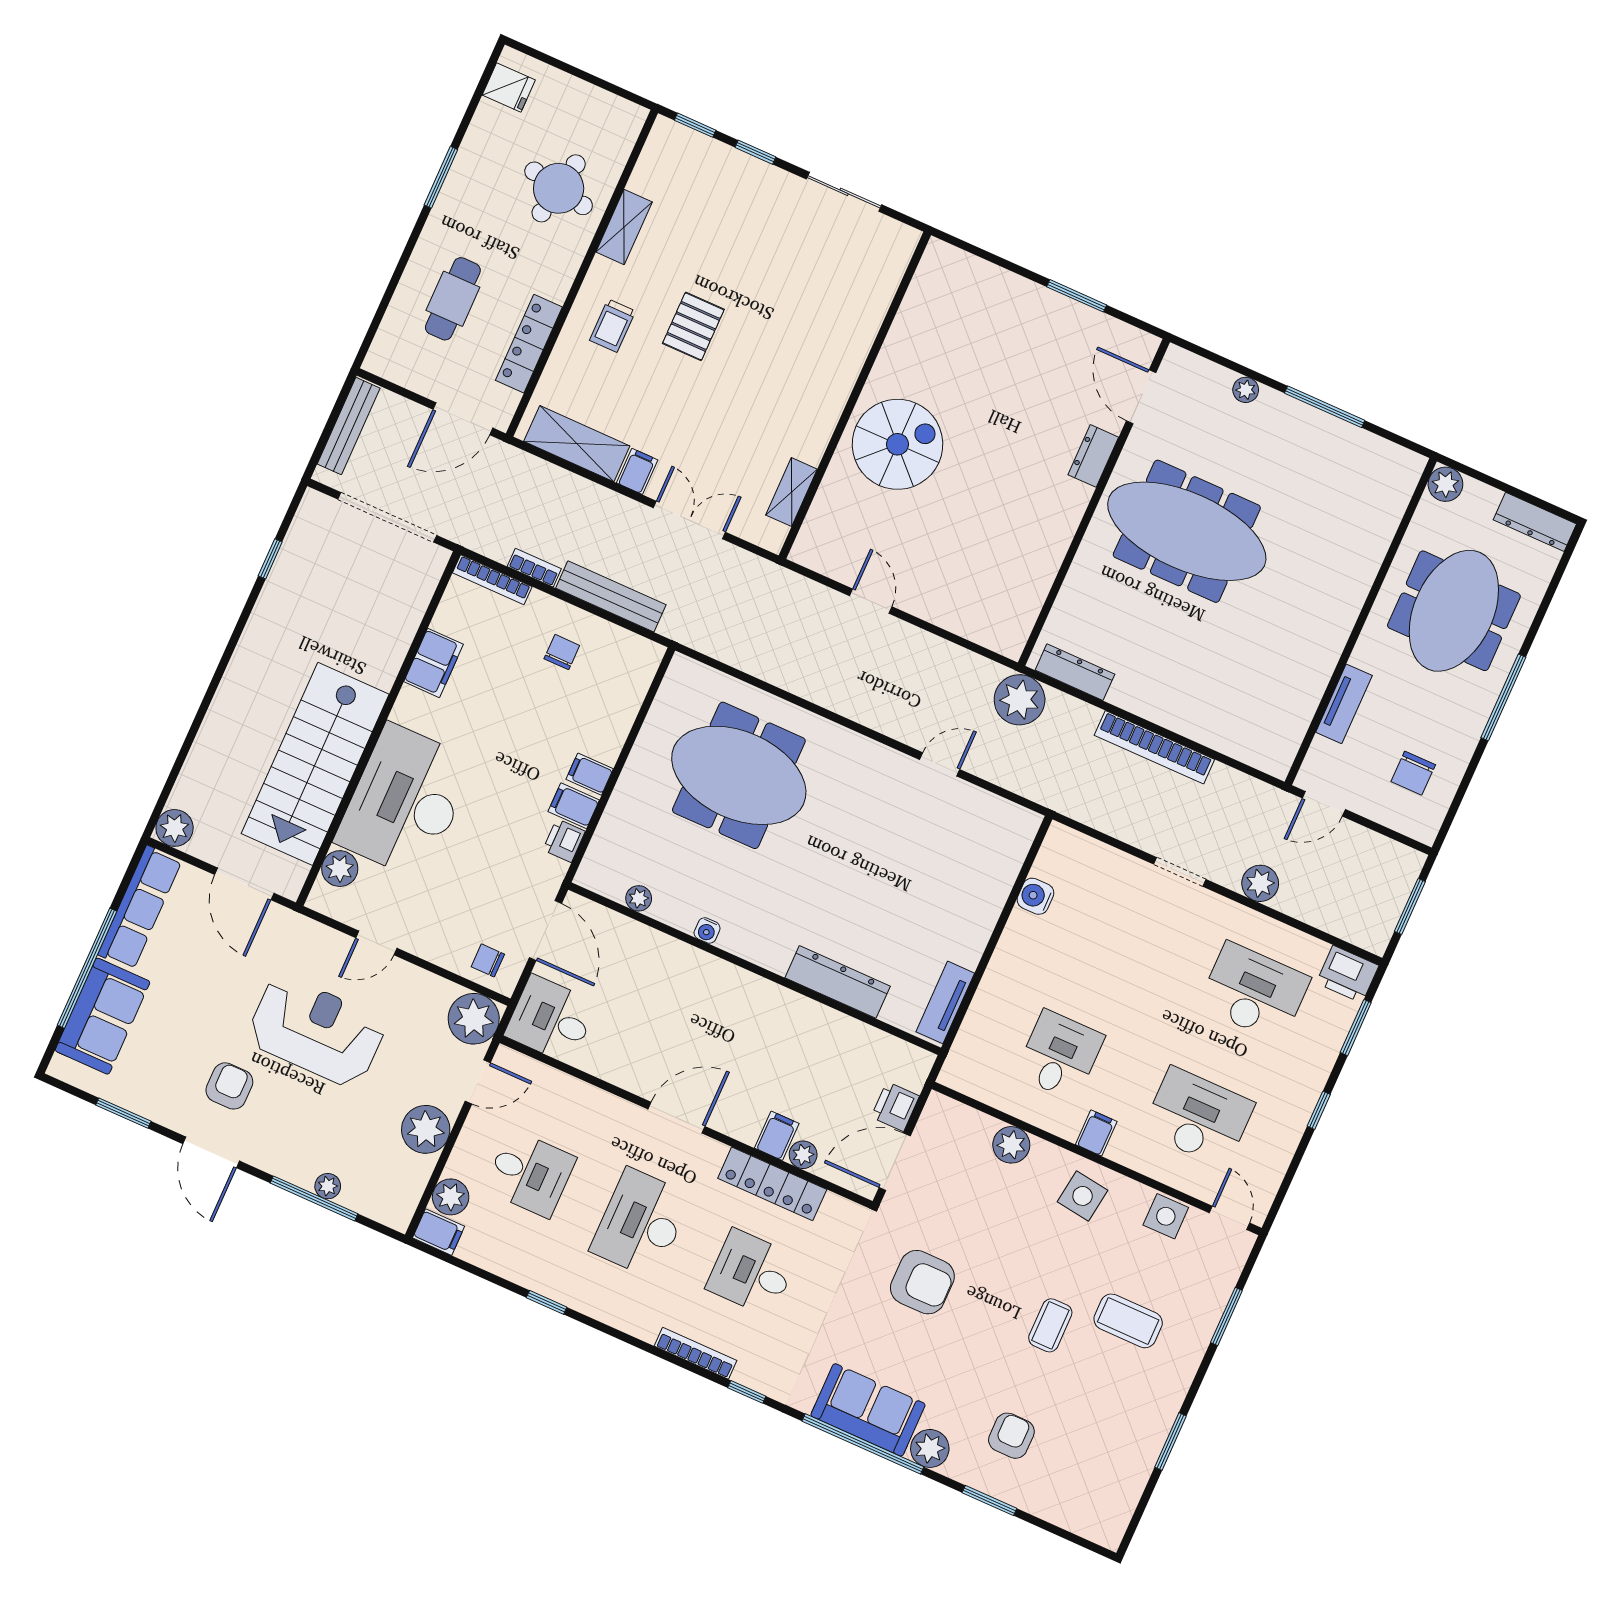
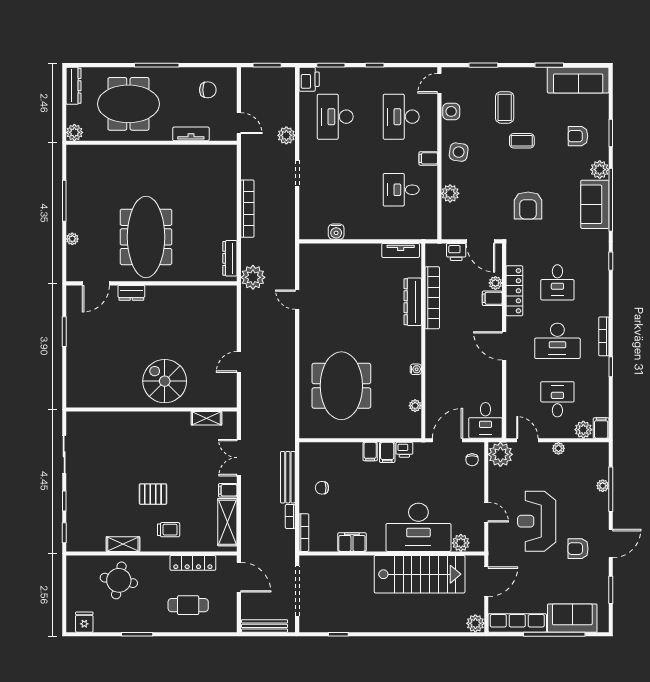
bookcase: (829, 1022) -> (432, 298), added
plant: (426, 1129) -> (559, 448), width x0.53, depth x0.53
armchair: (922, 1282) -> (528, 205), turned 180
bookcase: (696, 1353) -> (604, 336), moved
sofa: (1118, 1484) -> (578, 80), added

